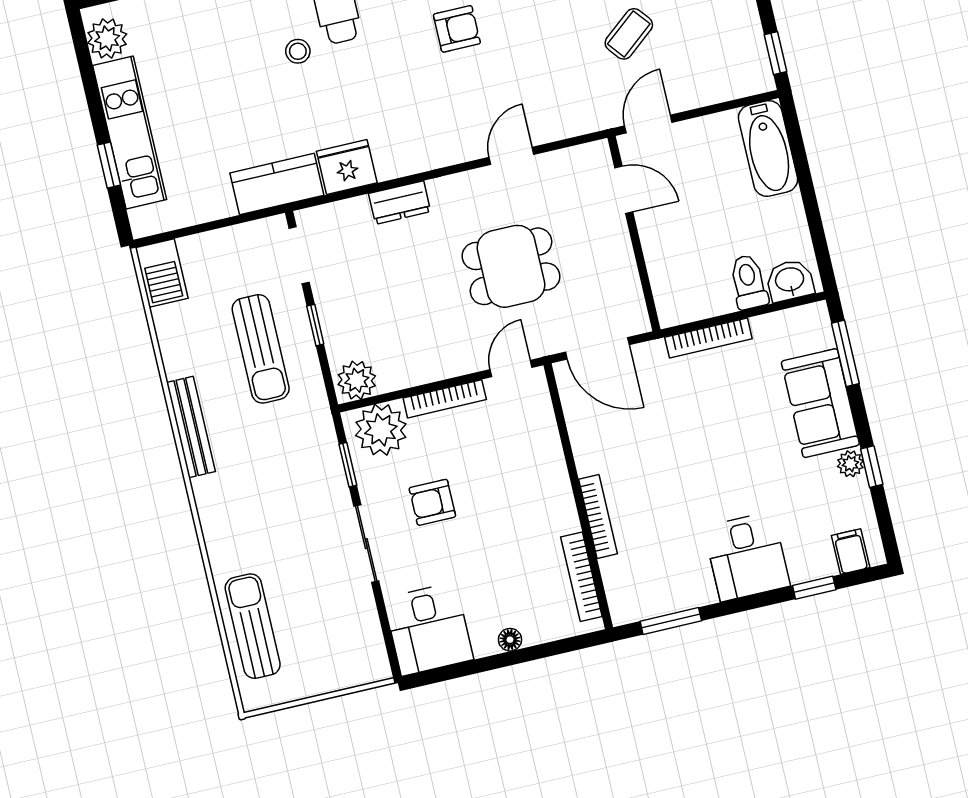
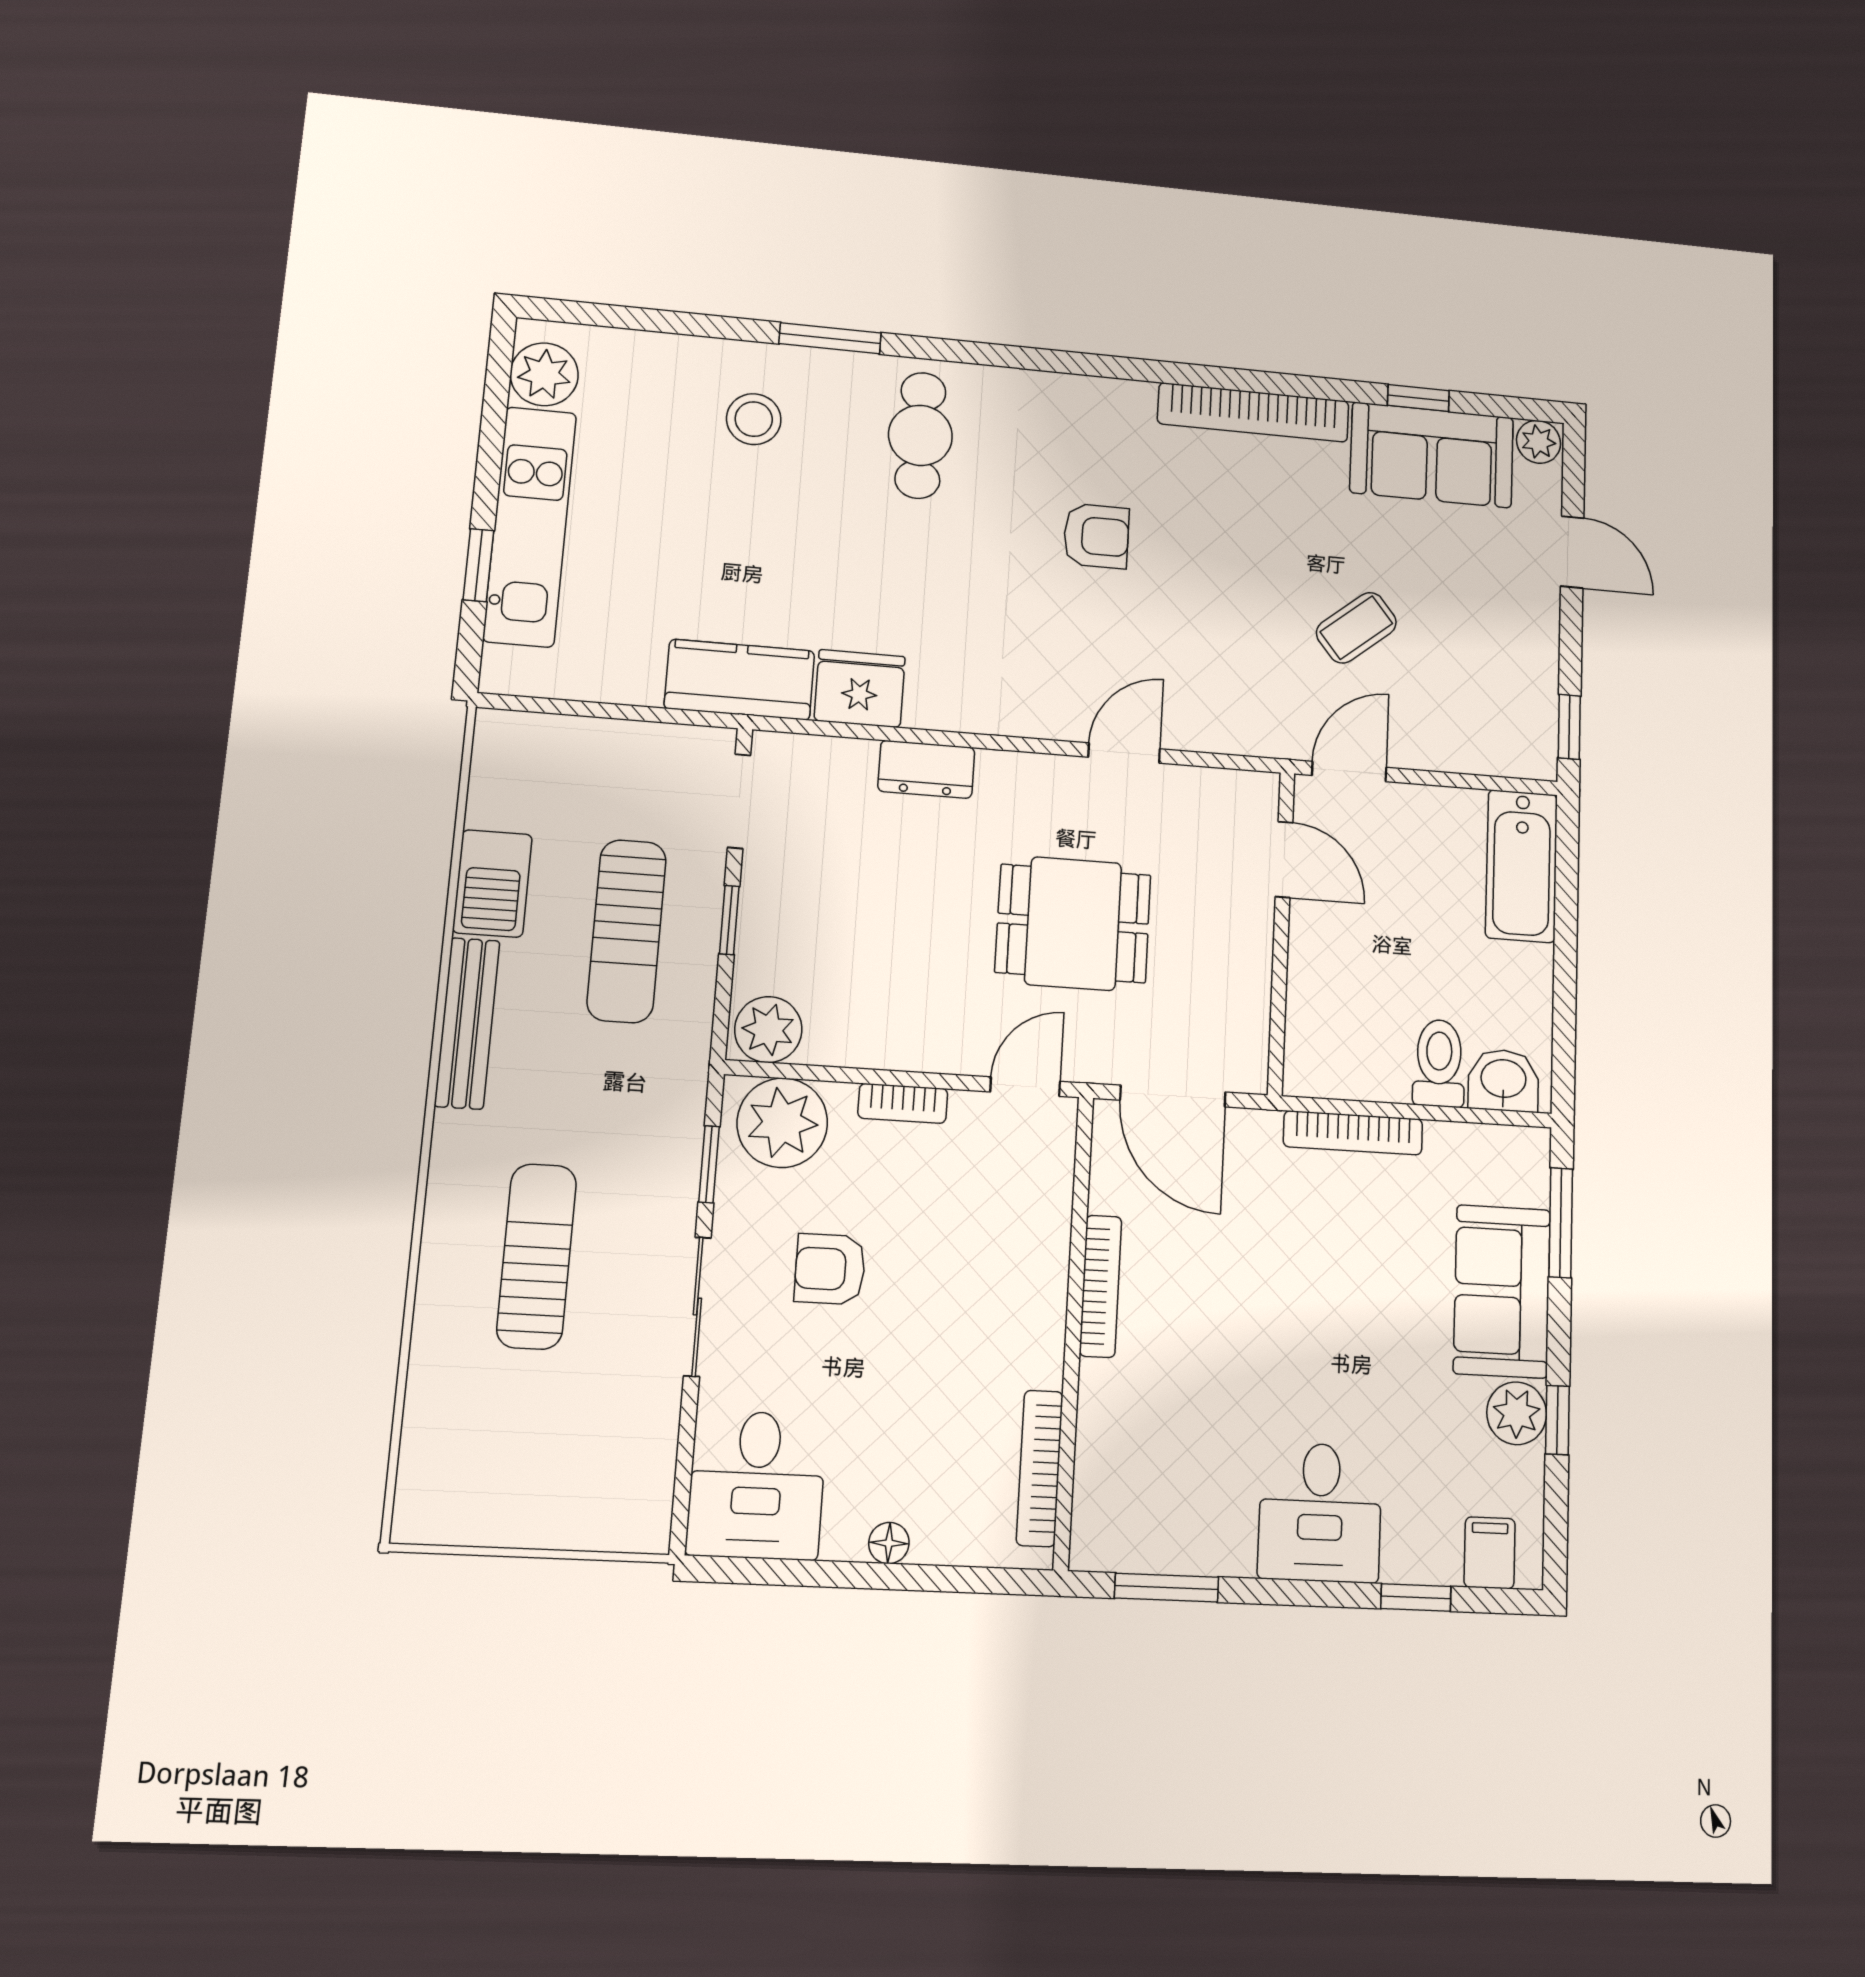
stool: (298, 51) -> (754, 419), moved, width x1.37, depth x1.37
barbecue: (162, 273) -> (492, 884), moved
bookcase: (445, 399) -> (903, 1103), width x0.64
plant: (850, 464) -> (1517, 1413), width x1.38, depth x1.38
bookcase: (598, 517) -> (1101, 1286), moved
sun lounger: (253, 626) -> (537, 1256), moved

